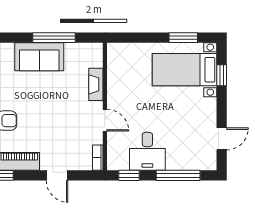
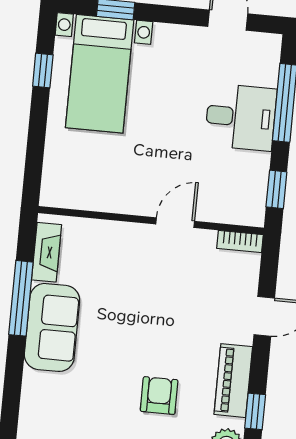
window: (183, 38) -> (43, 71), width x0.67
fireplace: (96, 84) -> (47, 252), moved, turned -90
desk: (147, 151) -> (241, 117), moved

